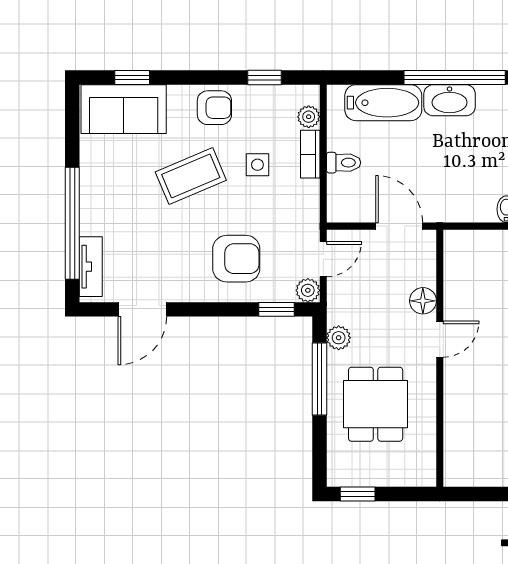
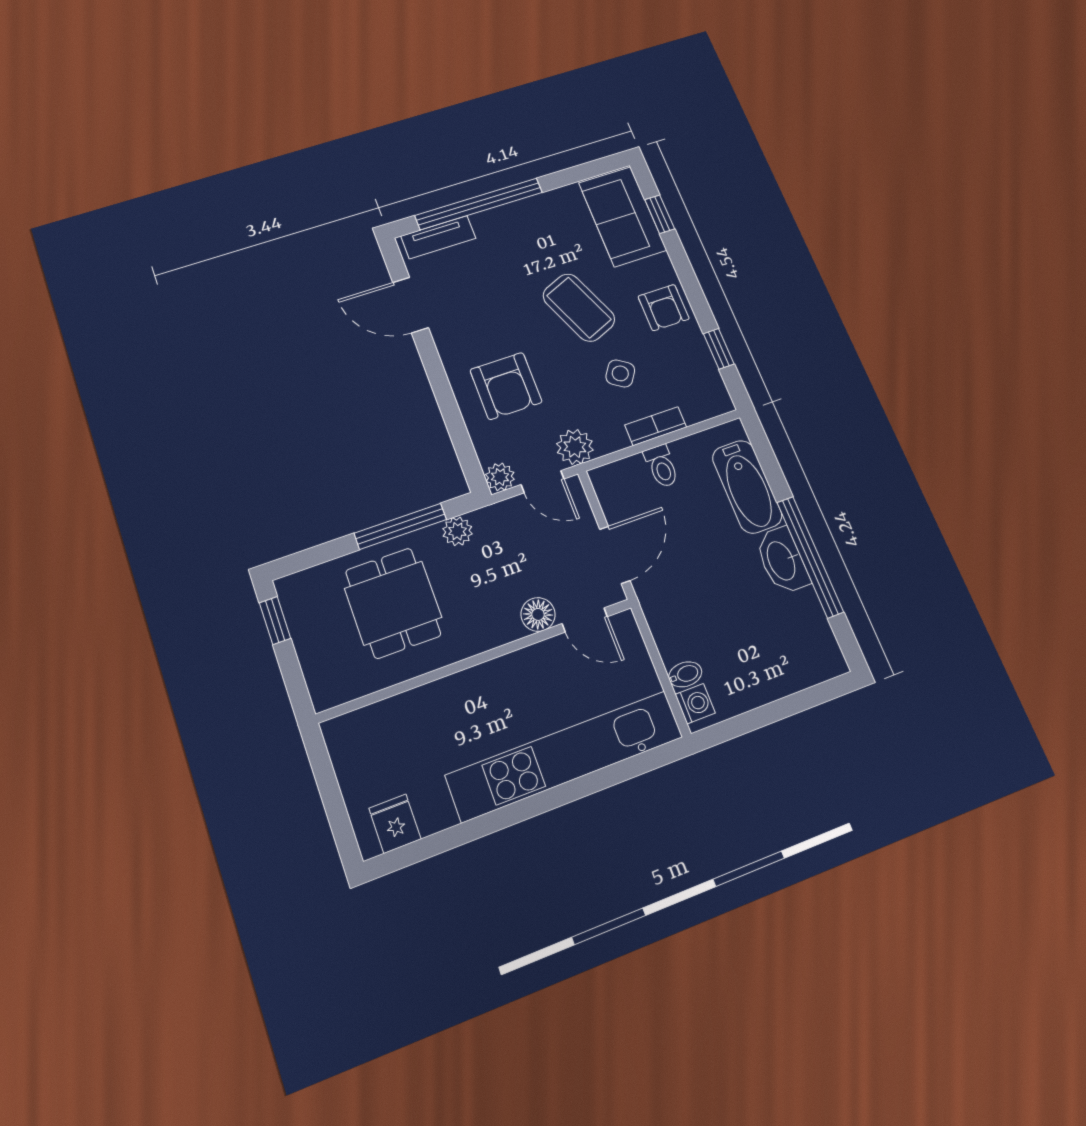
plant: (309, 117) -> (575, 447), moved, width x1.38, depth x1.38
side table: (257, 165) -> (620, 373), turned 34
window: (277, 309) -> (465, 449), removed
door: (440, 339) -> (585, 620), moved
dining table: (376, 404) -> (393, 603), turned 90

